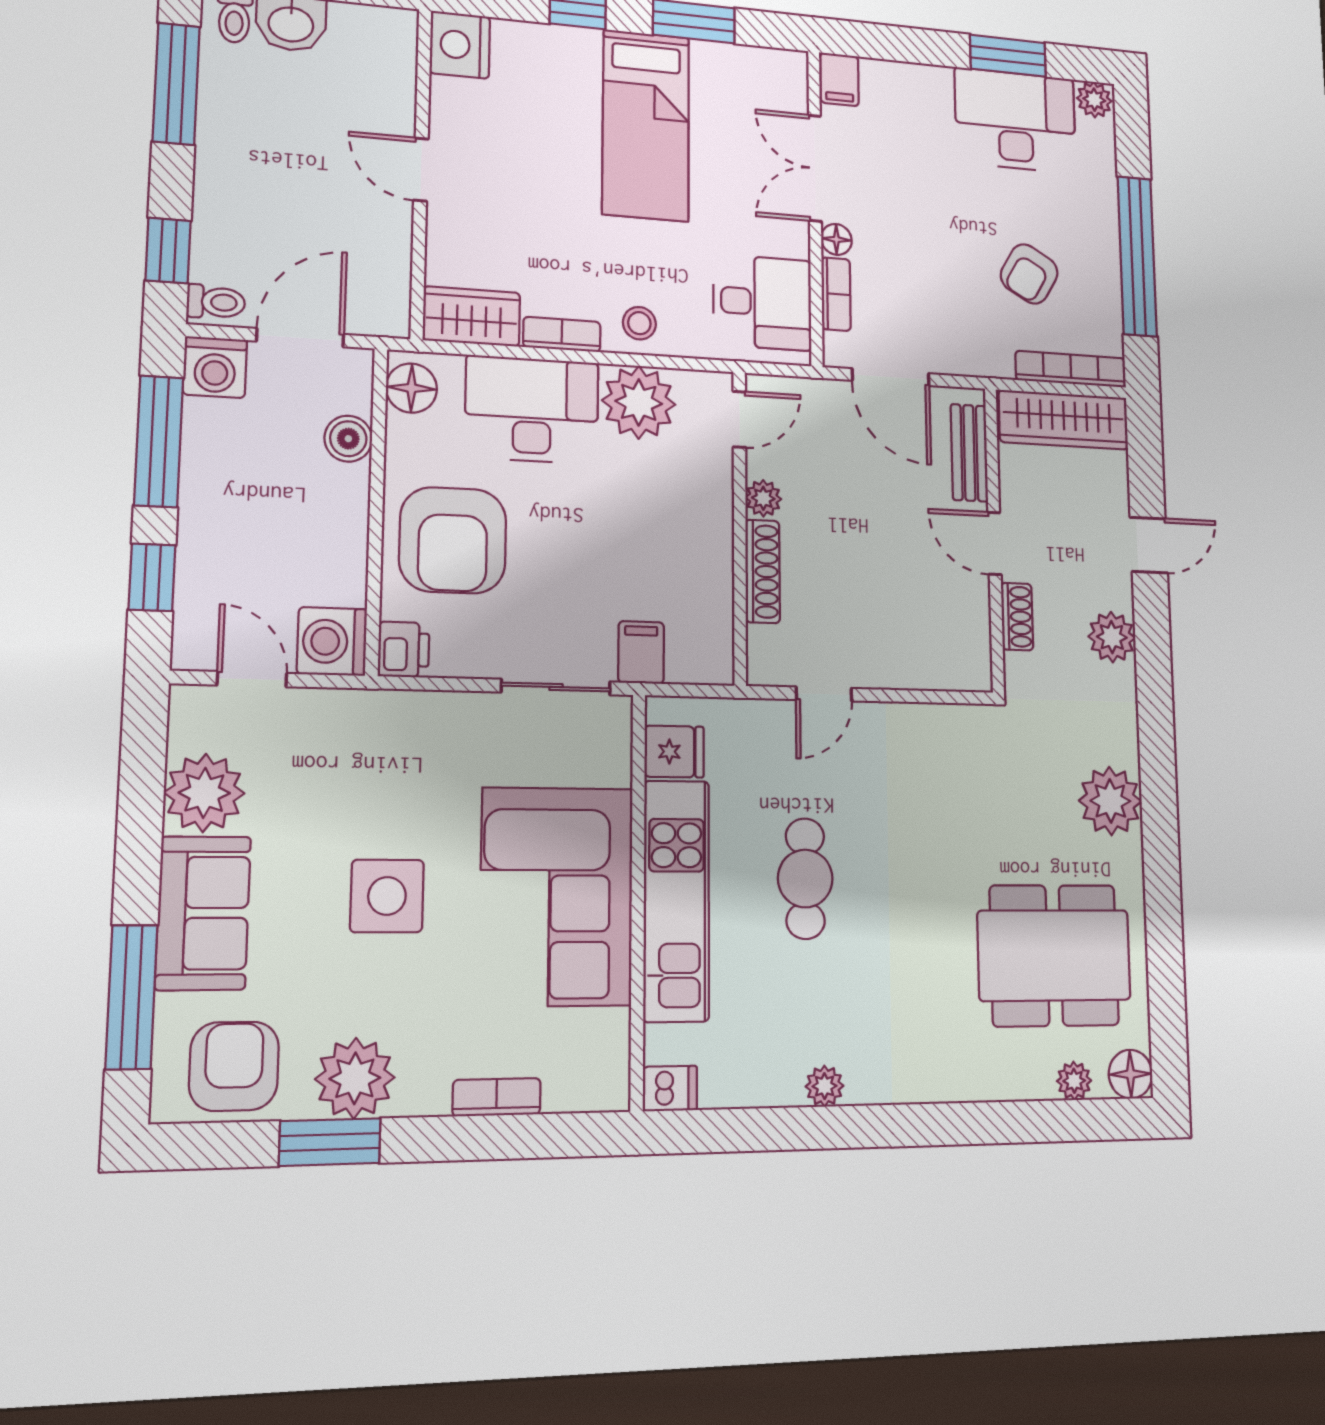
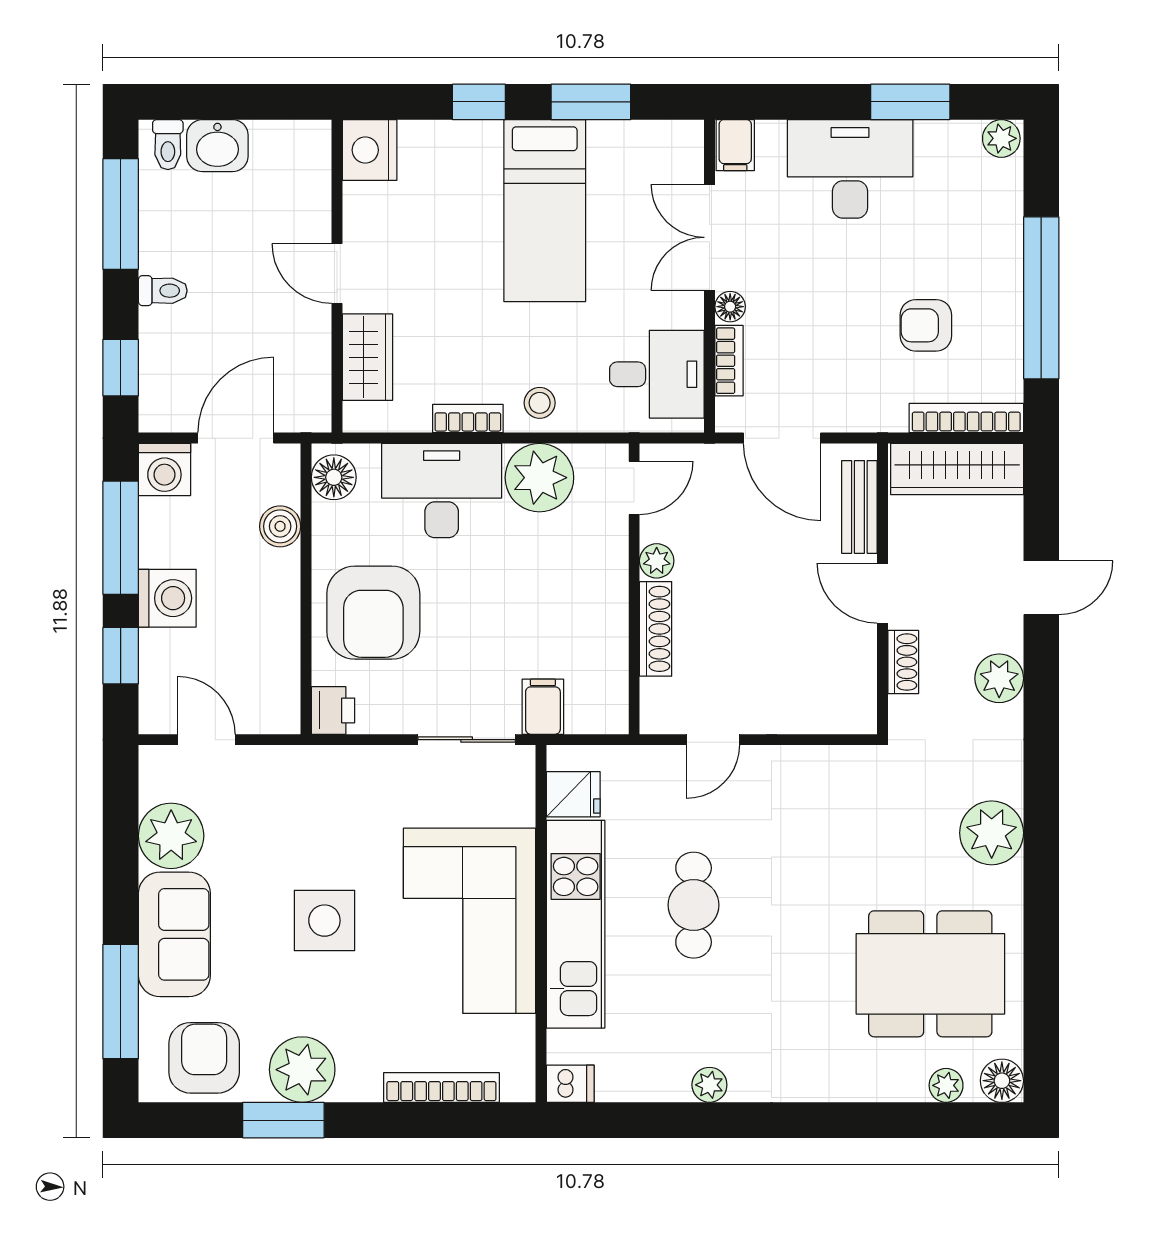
desk: (1015, 121) -> (850, 169), moved
armchair: (1029, 274) -> (926, 325), turned 60
toilet: (216, 302) -> (163, 291), moved
wardrobe: (472, 316) -> (367, 357), moved, turned 90
washing machine: (332, 641) -> (167, 598), moved, turned 180
bookcase: (497, 1097) -> (441, 1087), width x1.56

